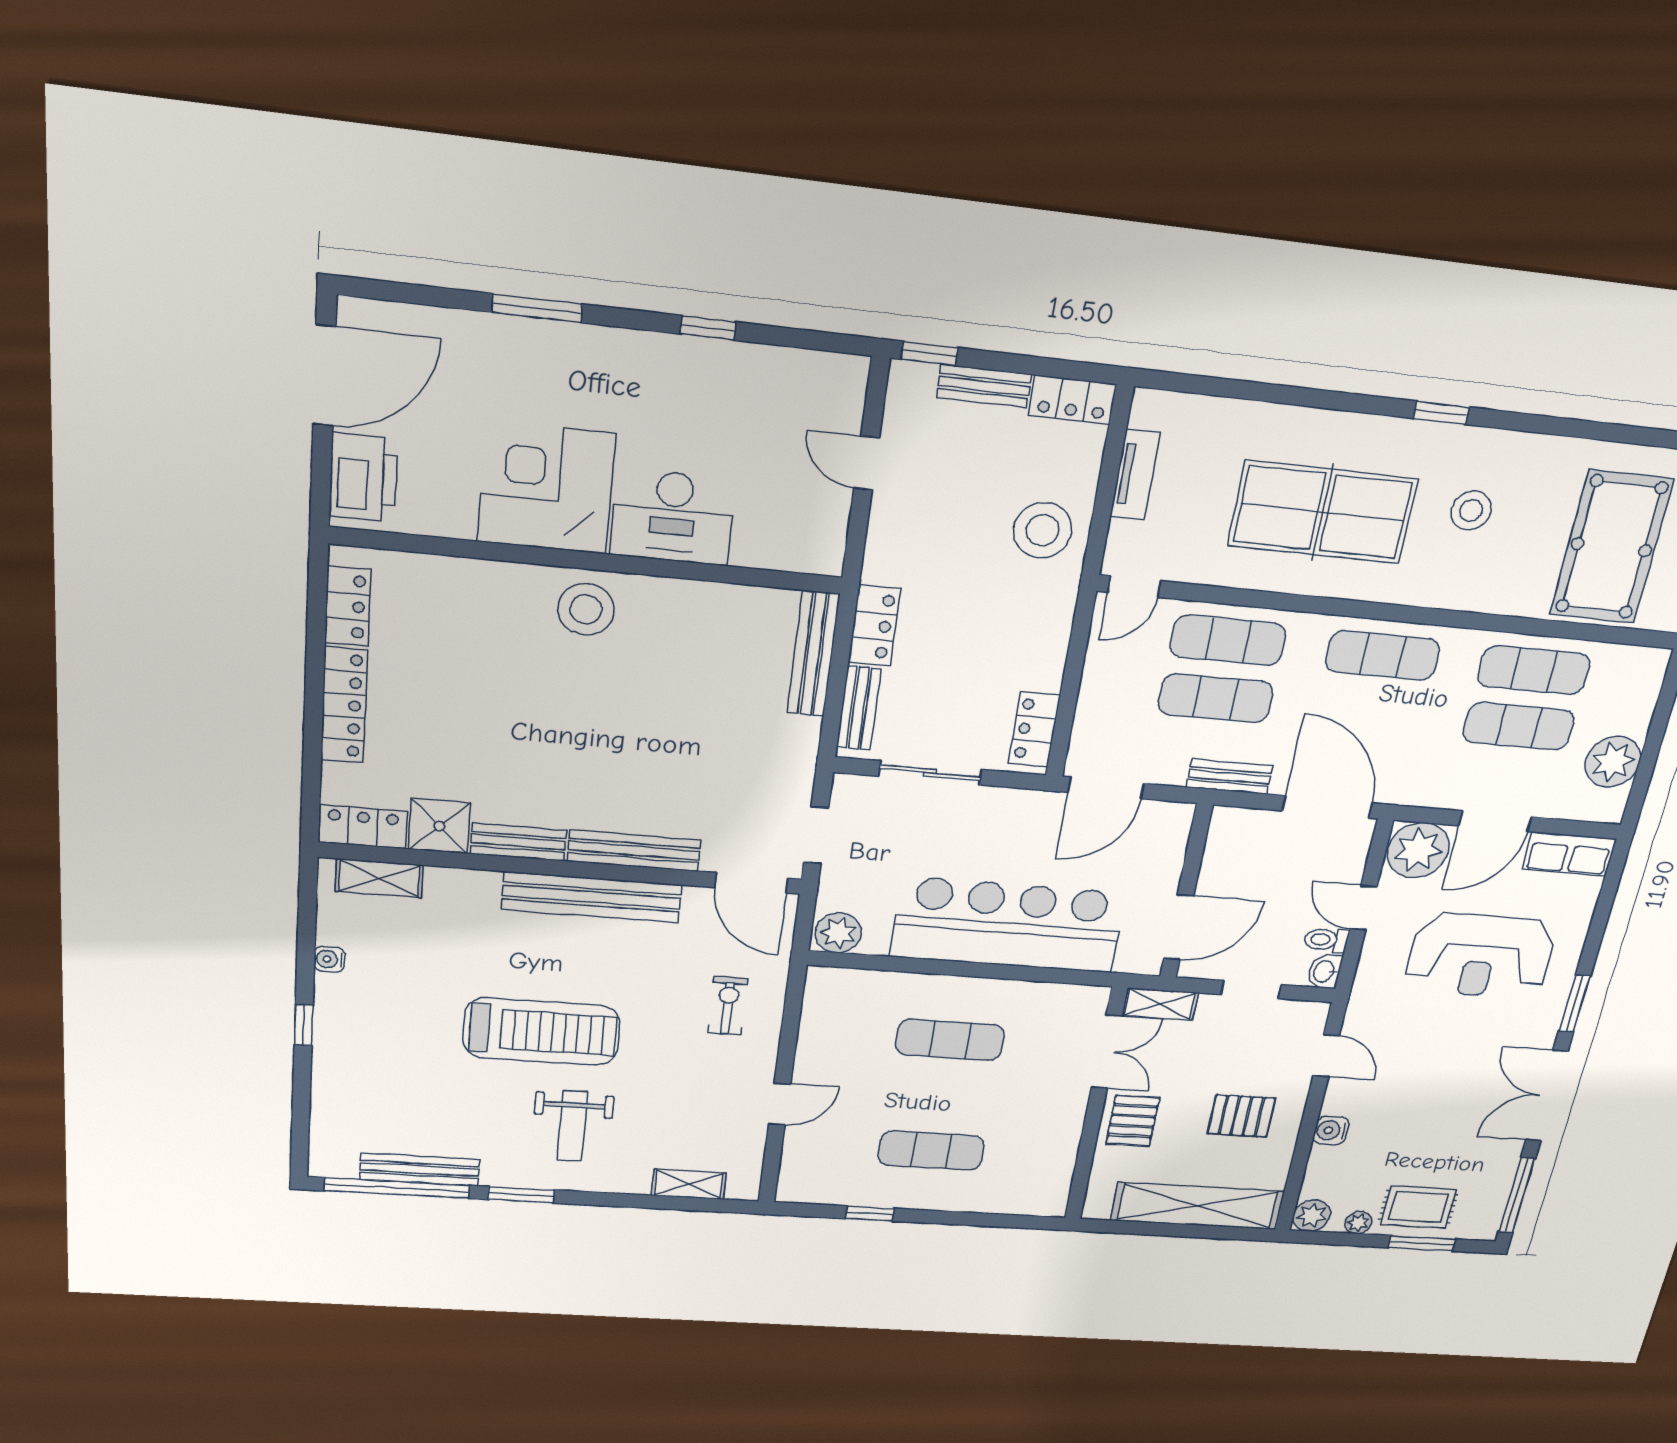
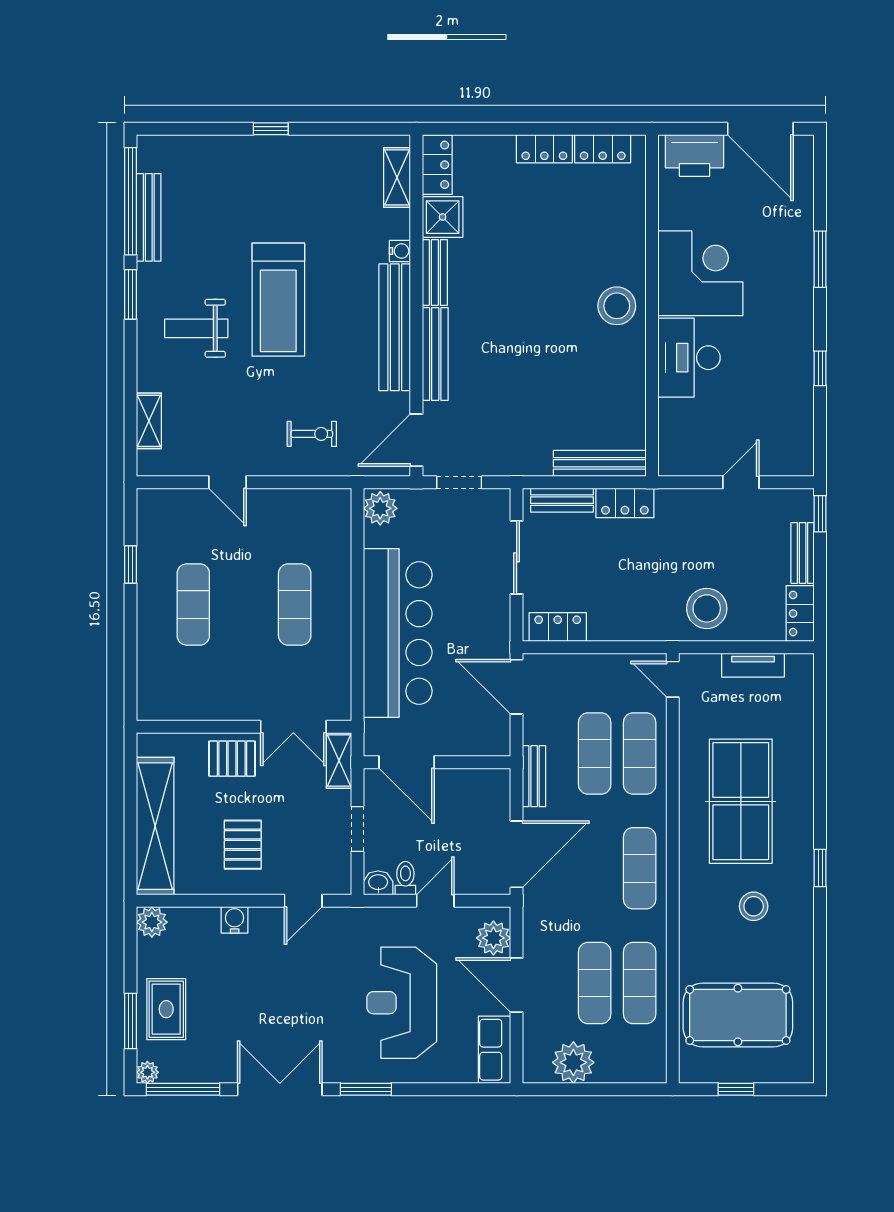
locker: (344, 705) -> (544, 149), width x0.66
plant: (1418, 850) -> (493, 938), width x0.73, depth x0.73
water cooler: (329, 959) -> (400, 251), moved, turned 90
plant: (1358, 1223) -> (147, 1072), moved

